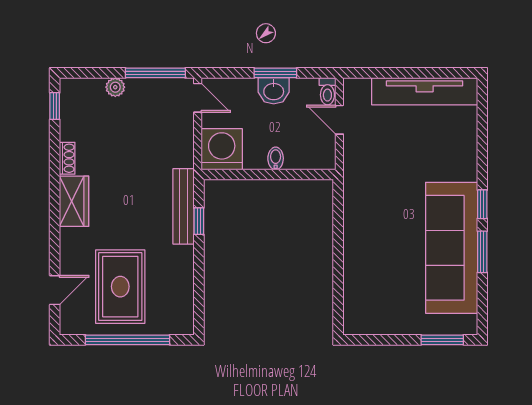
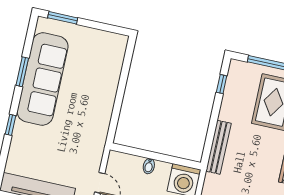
window: (482, 204) -> (11, 125), moved
window: (199, 221) -> (222, 84), moved

